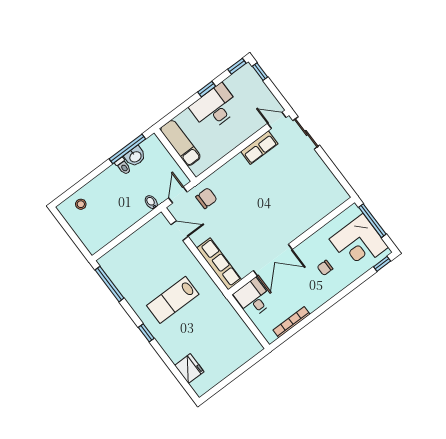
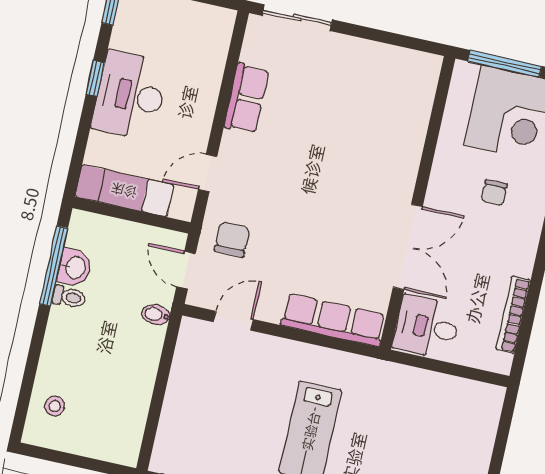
door: (277, 120) -> (208, 173), moved

